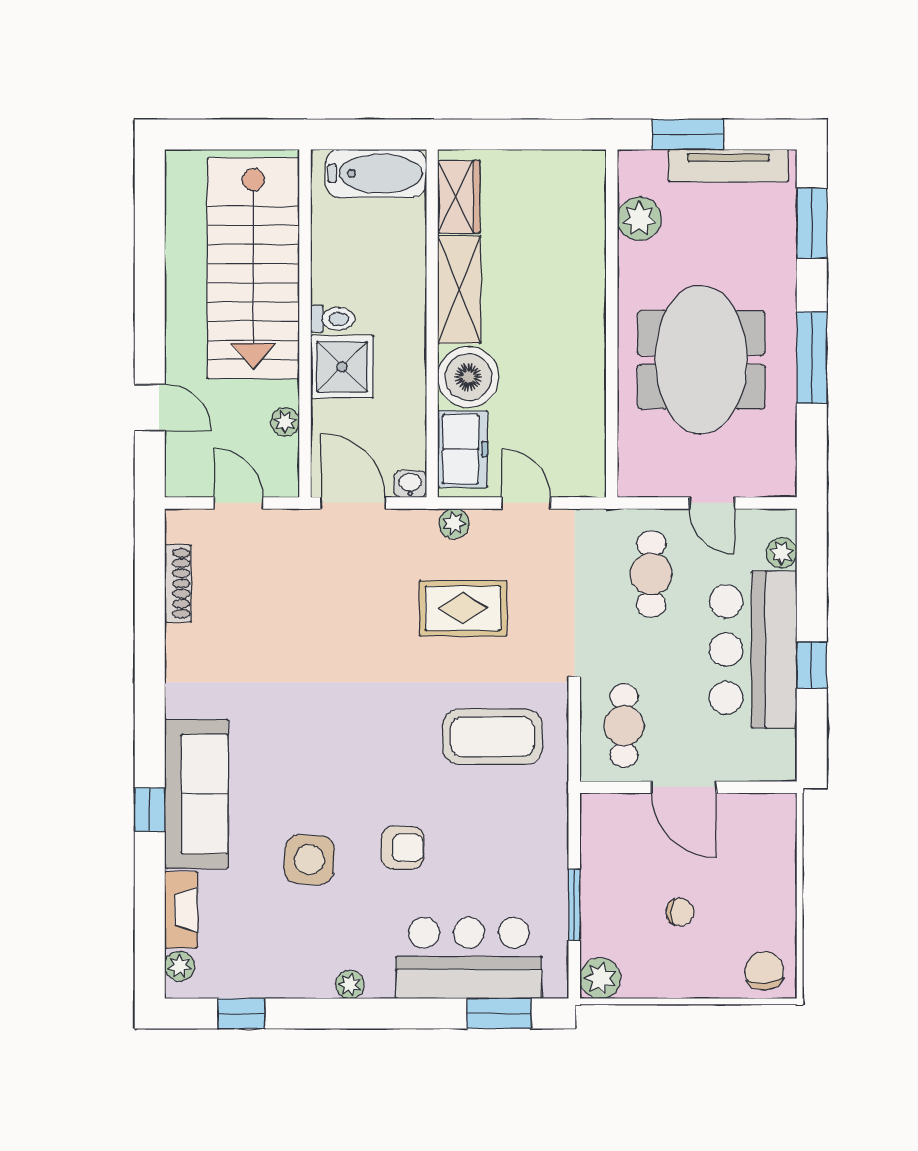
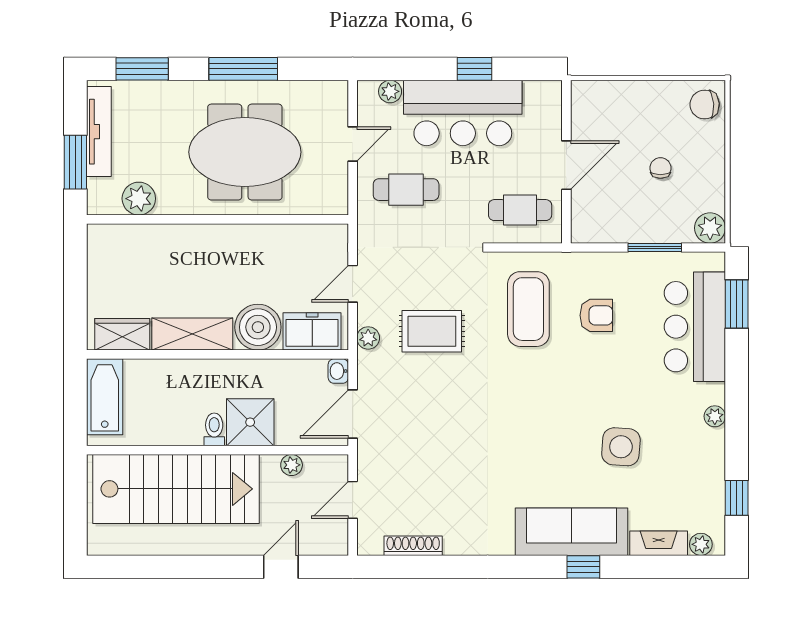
rug: (463, 608) -> (432, 331), turned 90
armchair: (403, 848) -> (596, 315), moved, turned 90

